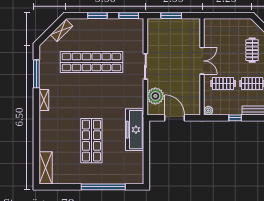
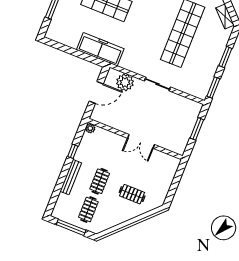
clothes rail: (223, 84) -> (111, 153), removed

